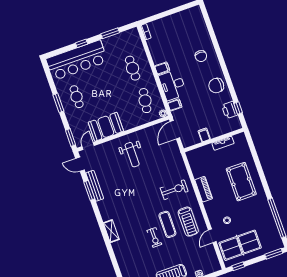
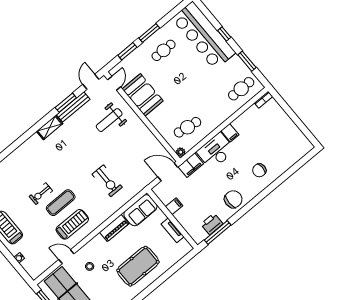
cafe table: (133, 68) -> (241, 89), moved
chair: (216, 86) -> (233, 199), turned 90
filing cabinet: (175, 105) -> (191, 165), width x2.00
window: (238, 108) -> (218, 233), width x2.17
window: (71, 137) -> (127, 51), moved
door: (88, 146) -> (114, 83), hinge flipped
weight bench: (132, 155) -> (109, 120), moved
sofa: (197, 163) -> (140, 210), added
exercise bike: (174, 190) -> (107, 181), moved
treadmill: (188, 222) -> (72, 224), turned 180
shelving: (111, 231) -> (50, 127), moved

